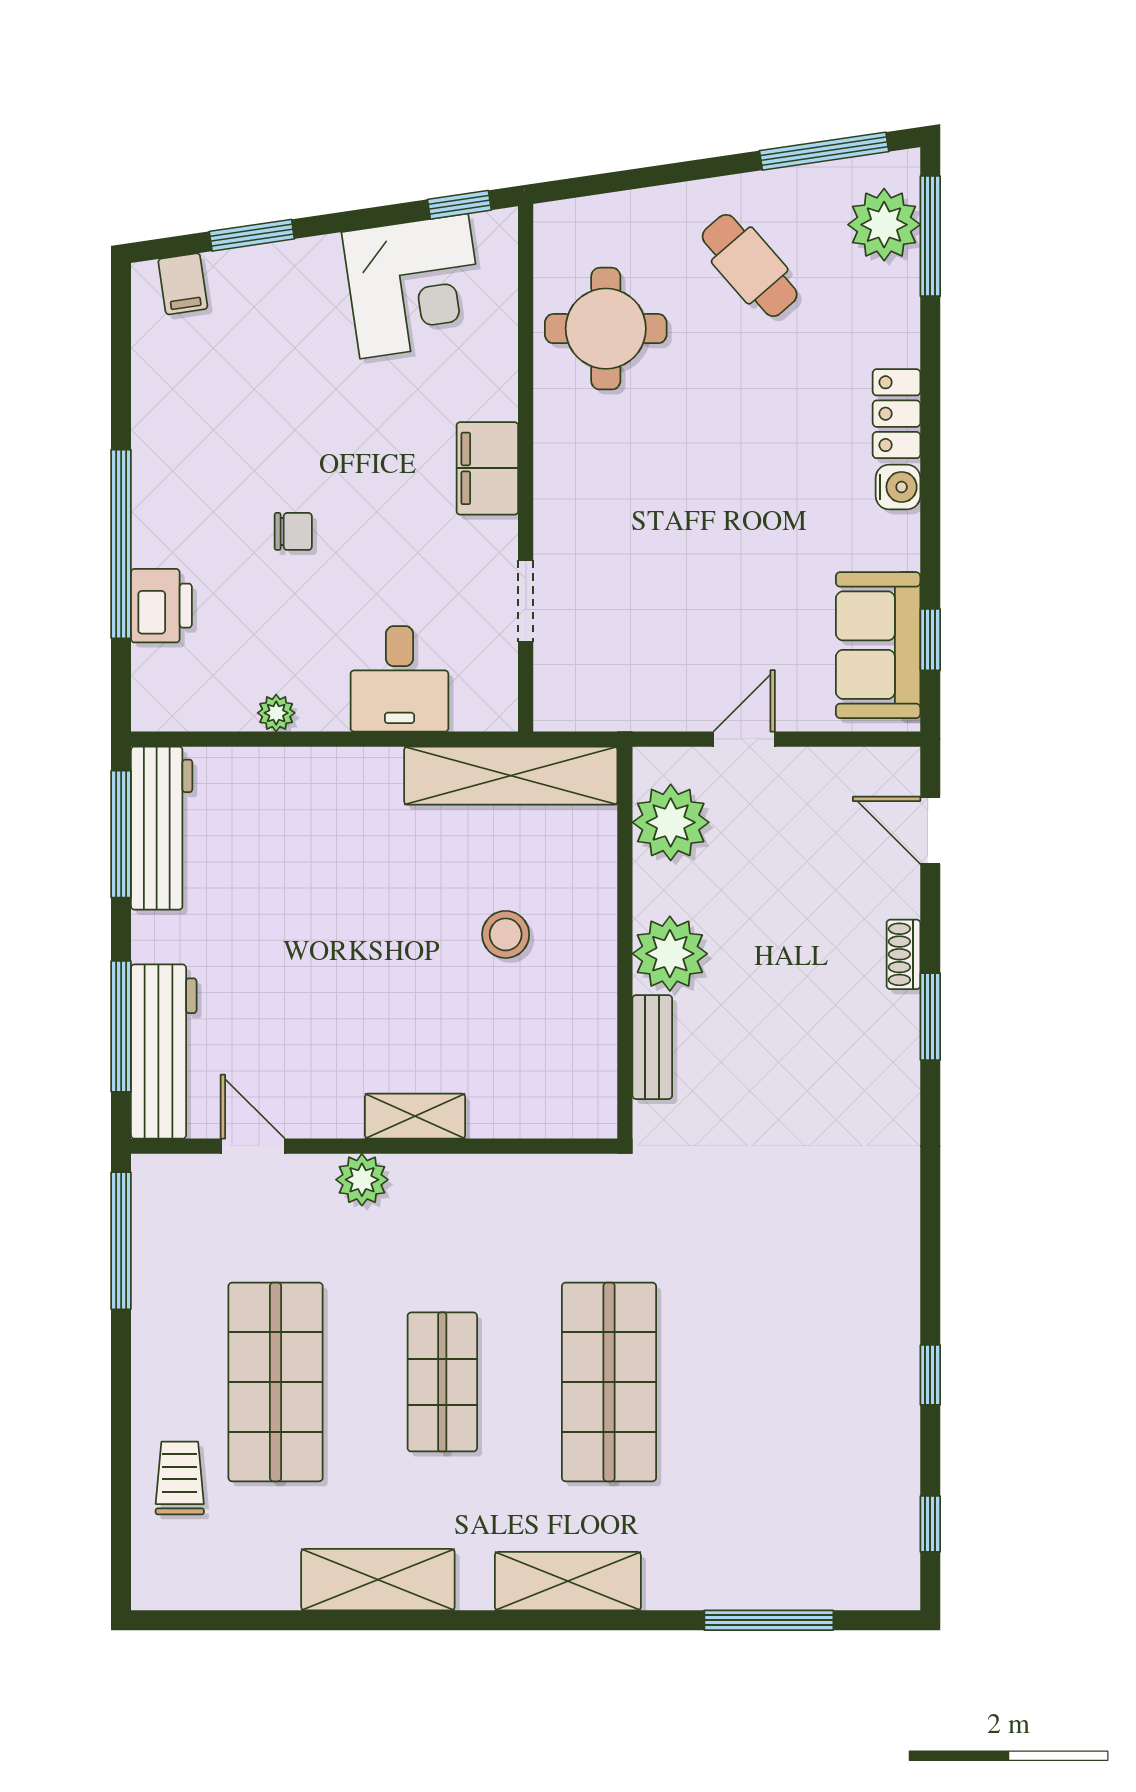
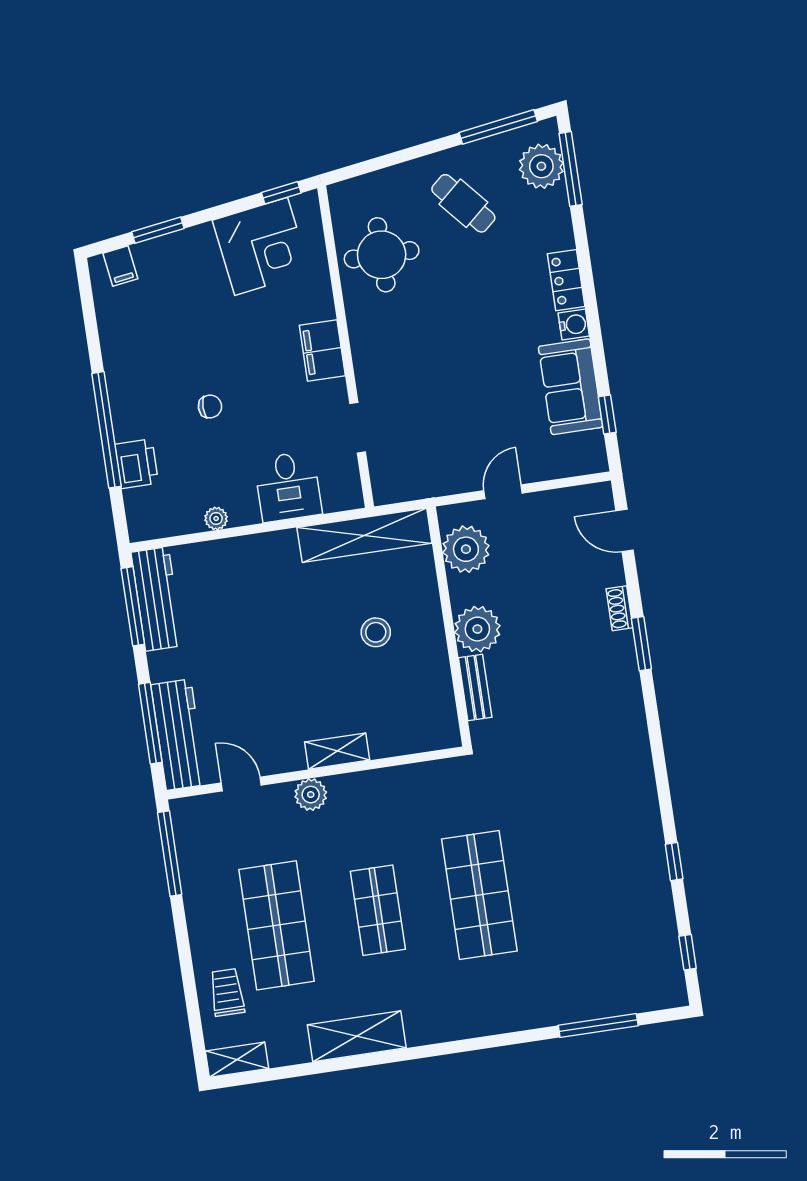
sofa: (878, 645) -> (571, 387), moved
shelving: (568, 1581) -> (237, 1060), moved, width x0.67, depth x0.75

